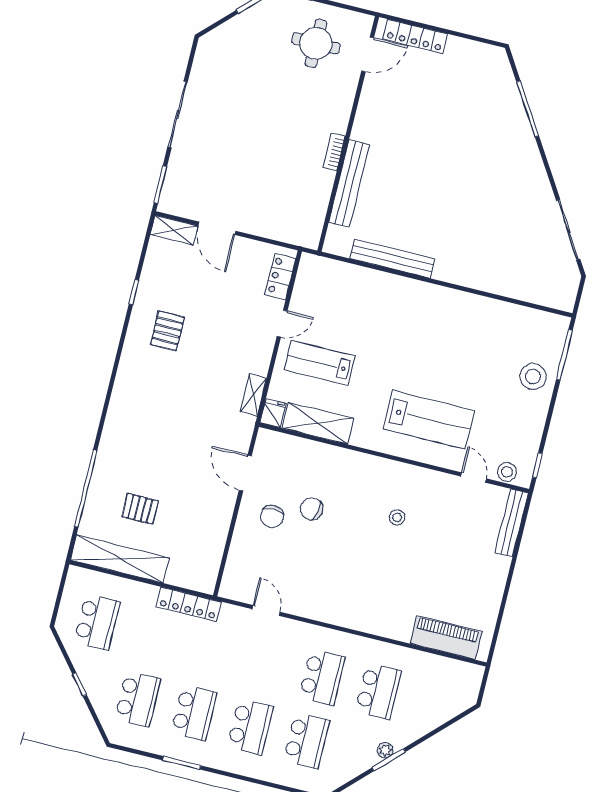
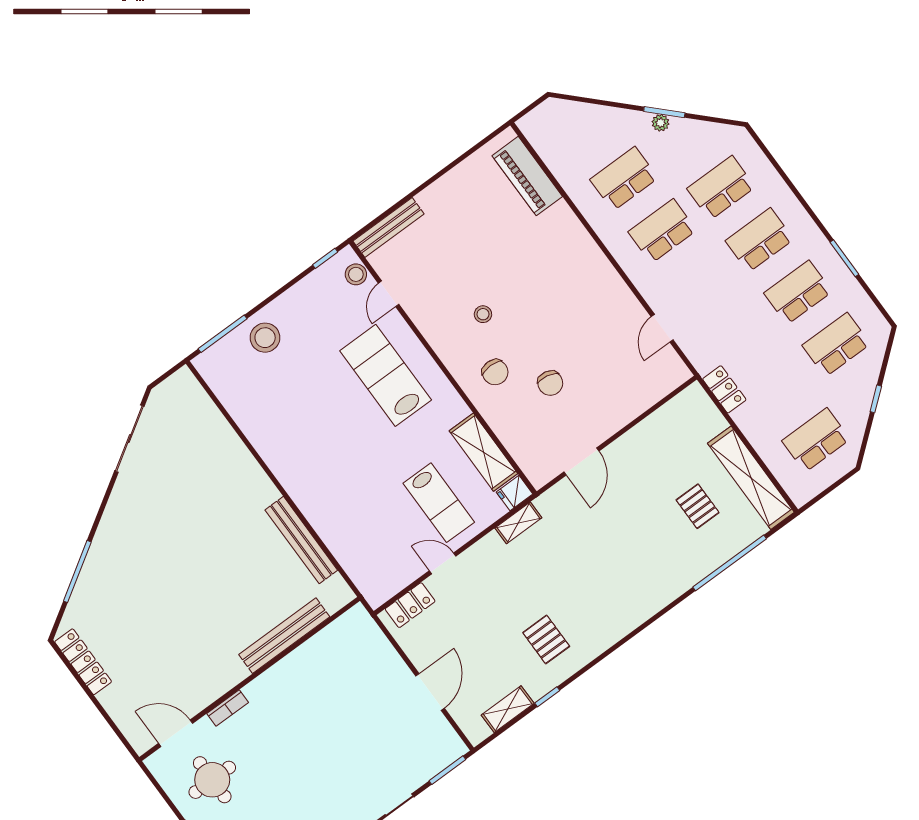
locker: (415, 36) -> (83, 662), moved
bookcase: (334, 152) -> (228, 708), moved
shelving: (174, 230) -> (508, 709), moved, turned 90
pallet: (168, 331) -> (546, 639), turned 90
chair: (272, 516) -> (495, 372), moved, turned 90
locker: (189, 604) -> (724, 389), width x0.66

